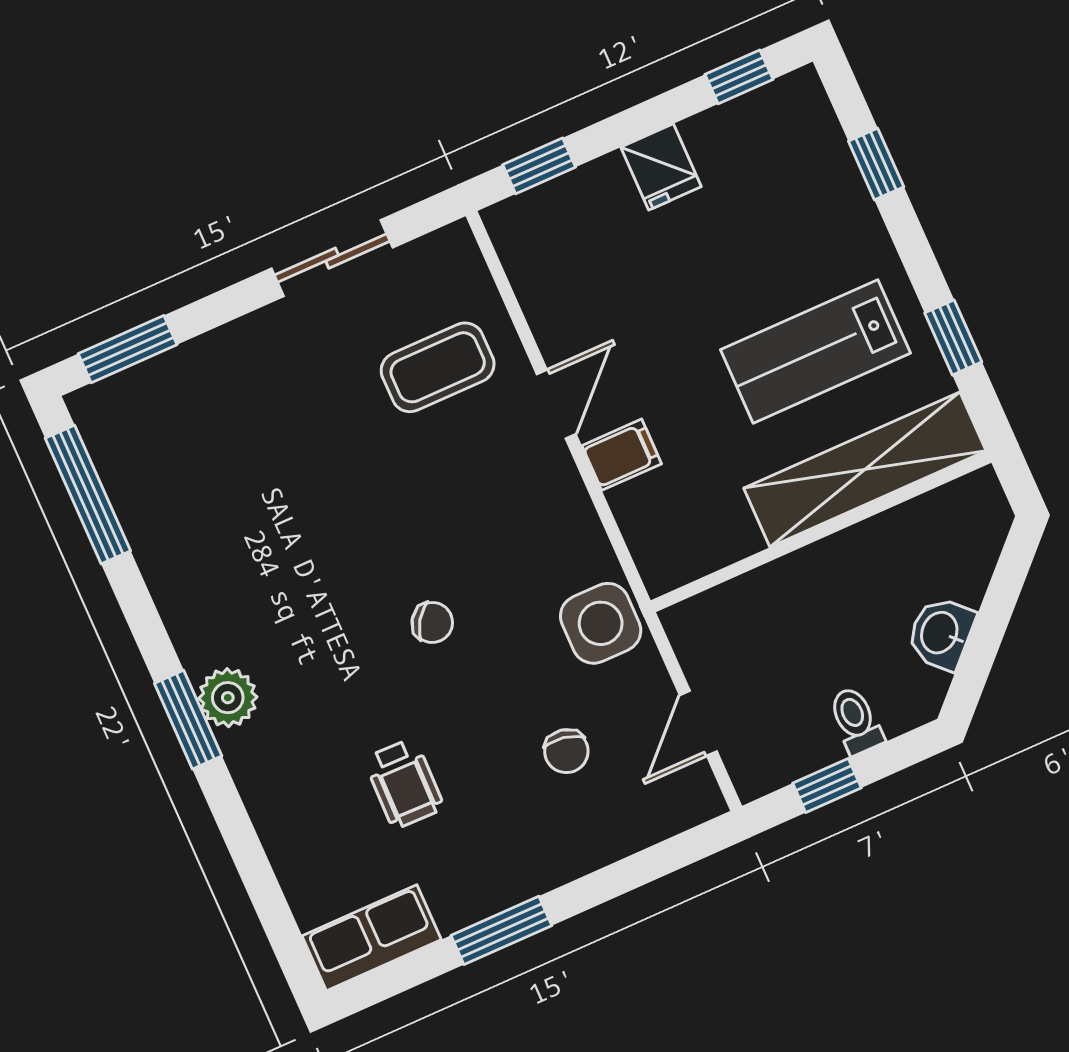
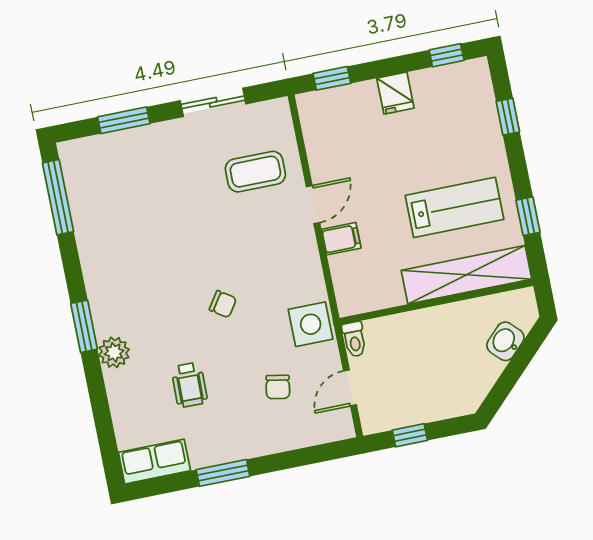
window: (128, 349) -> (124, 120), moved
lab bench: (816, 351) -> (454, 207), turned 180
washbasin: (941, 633) -> (505, 341), moved
plant: (228, 698) -> (114, 352), moved
toilet: (856, 721) -> (354, 339), moved, turned 180

